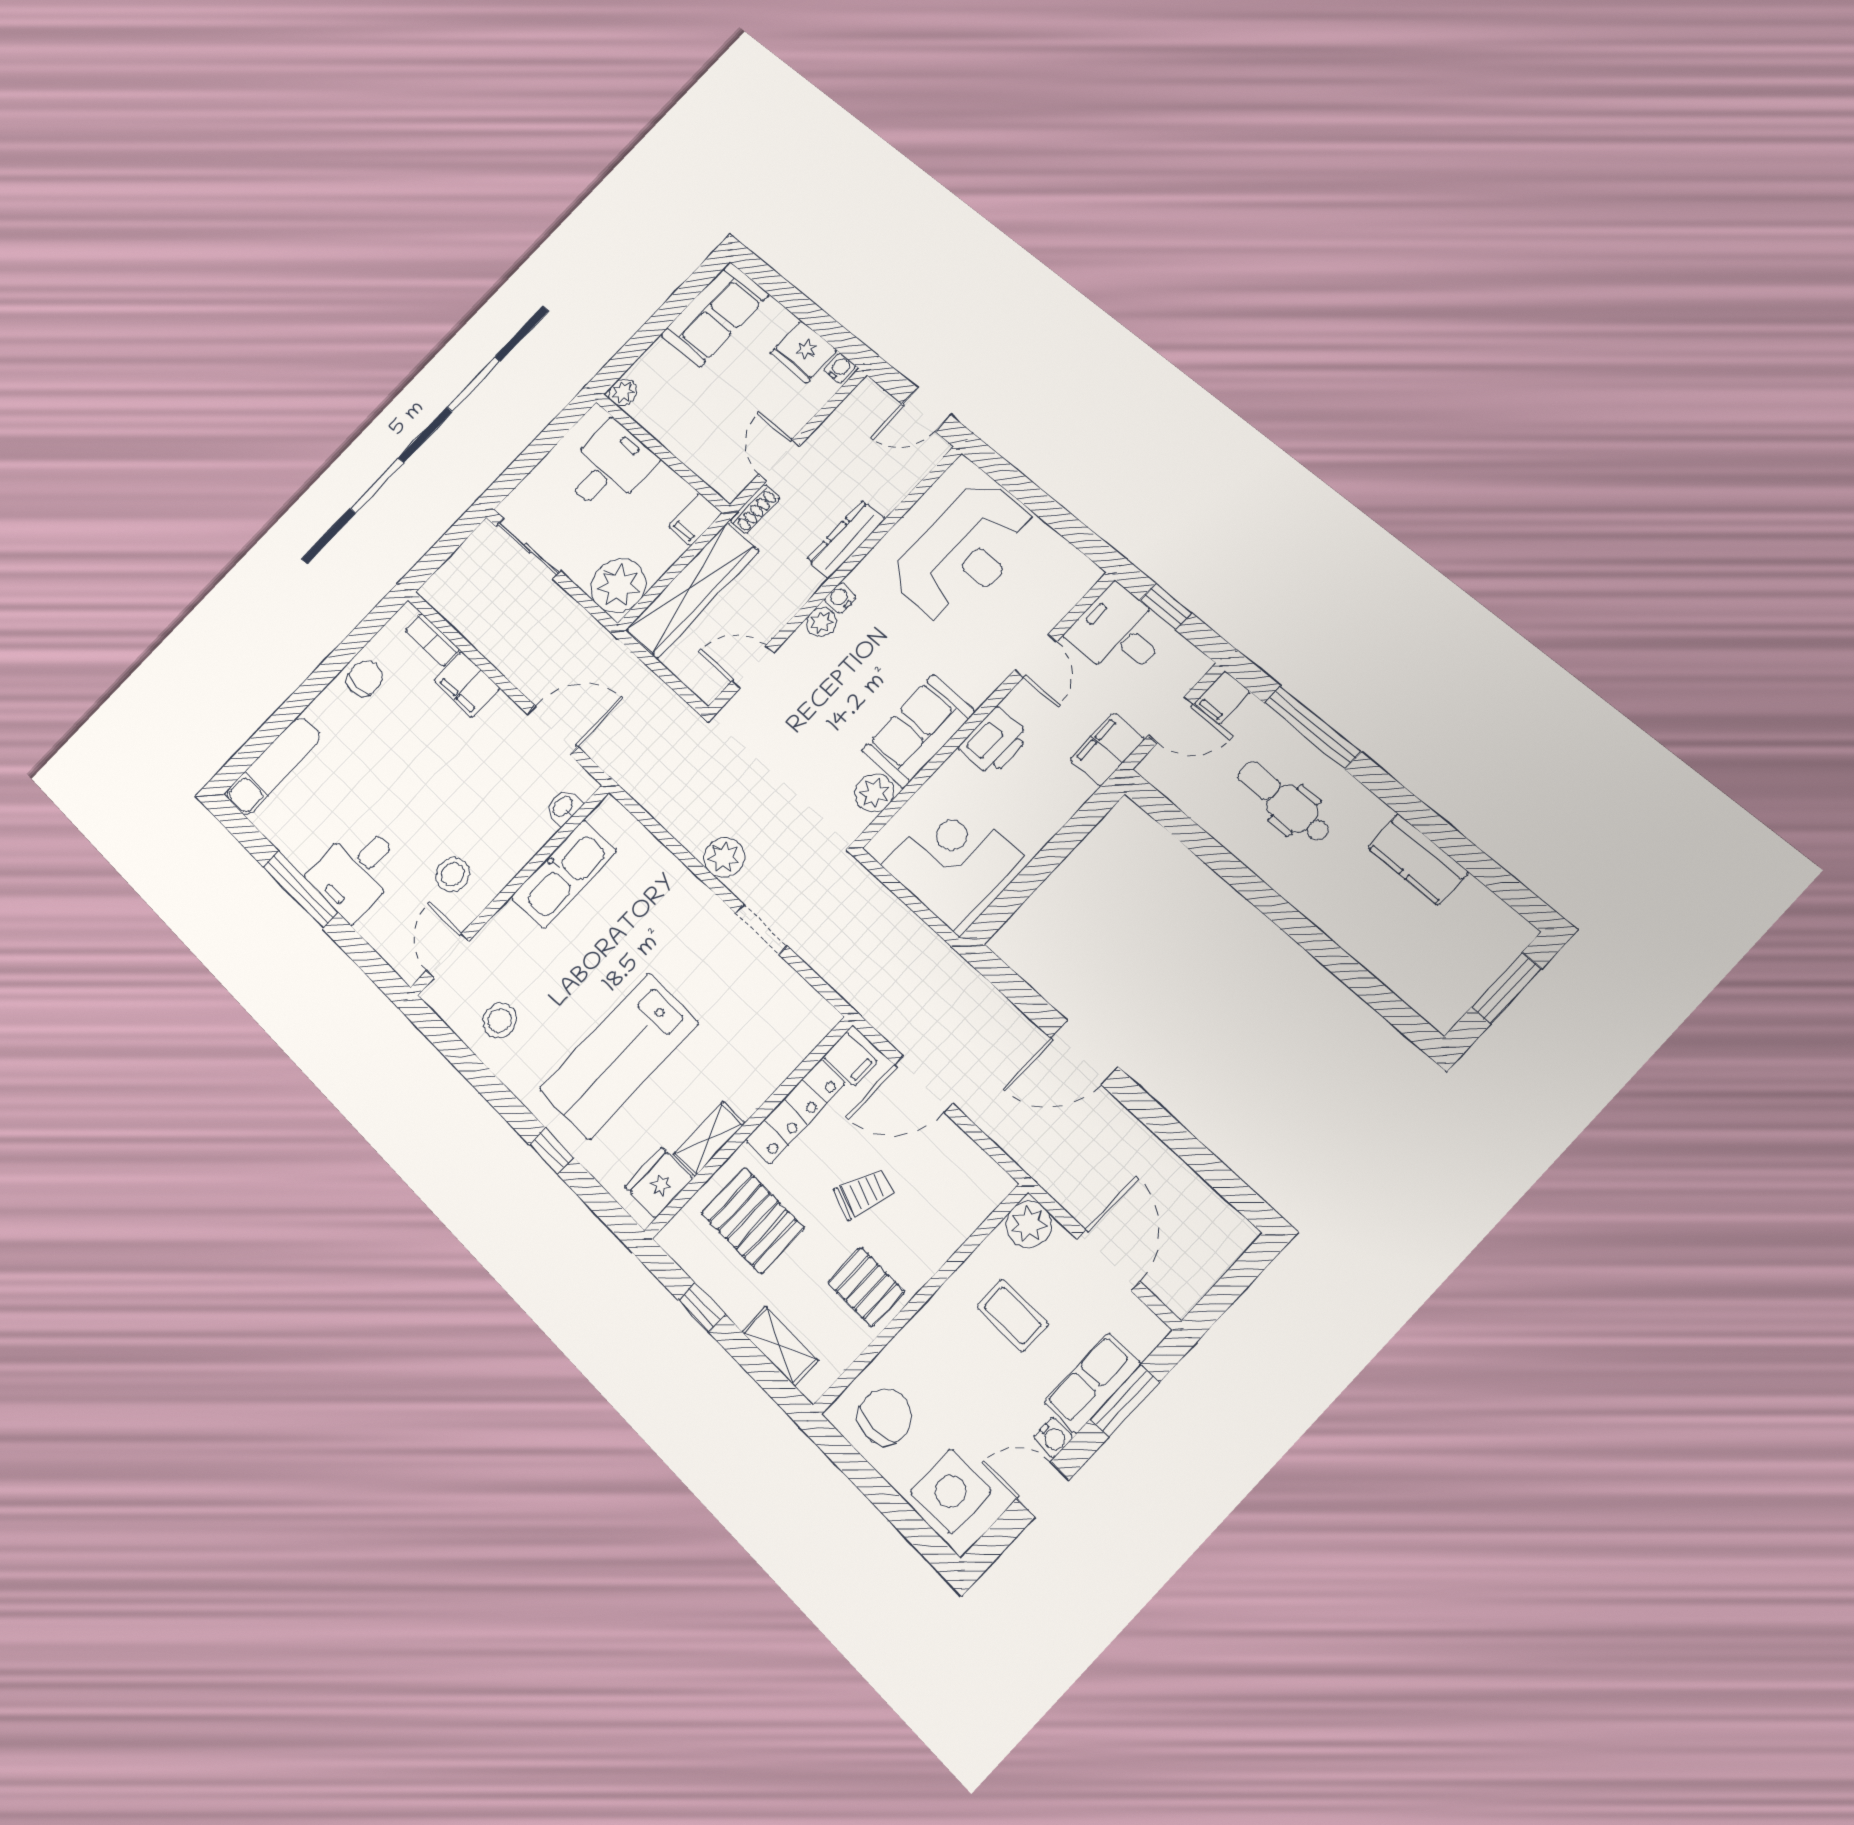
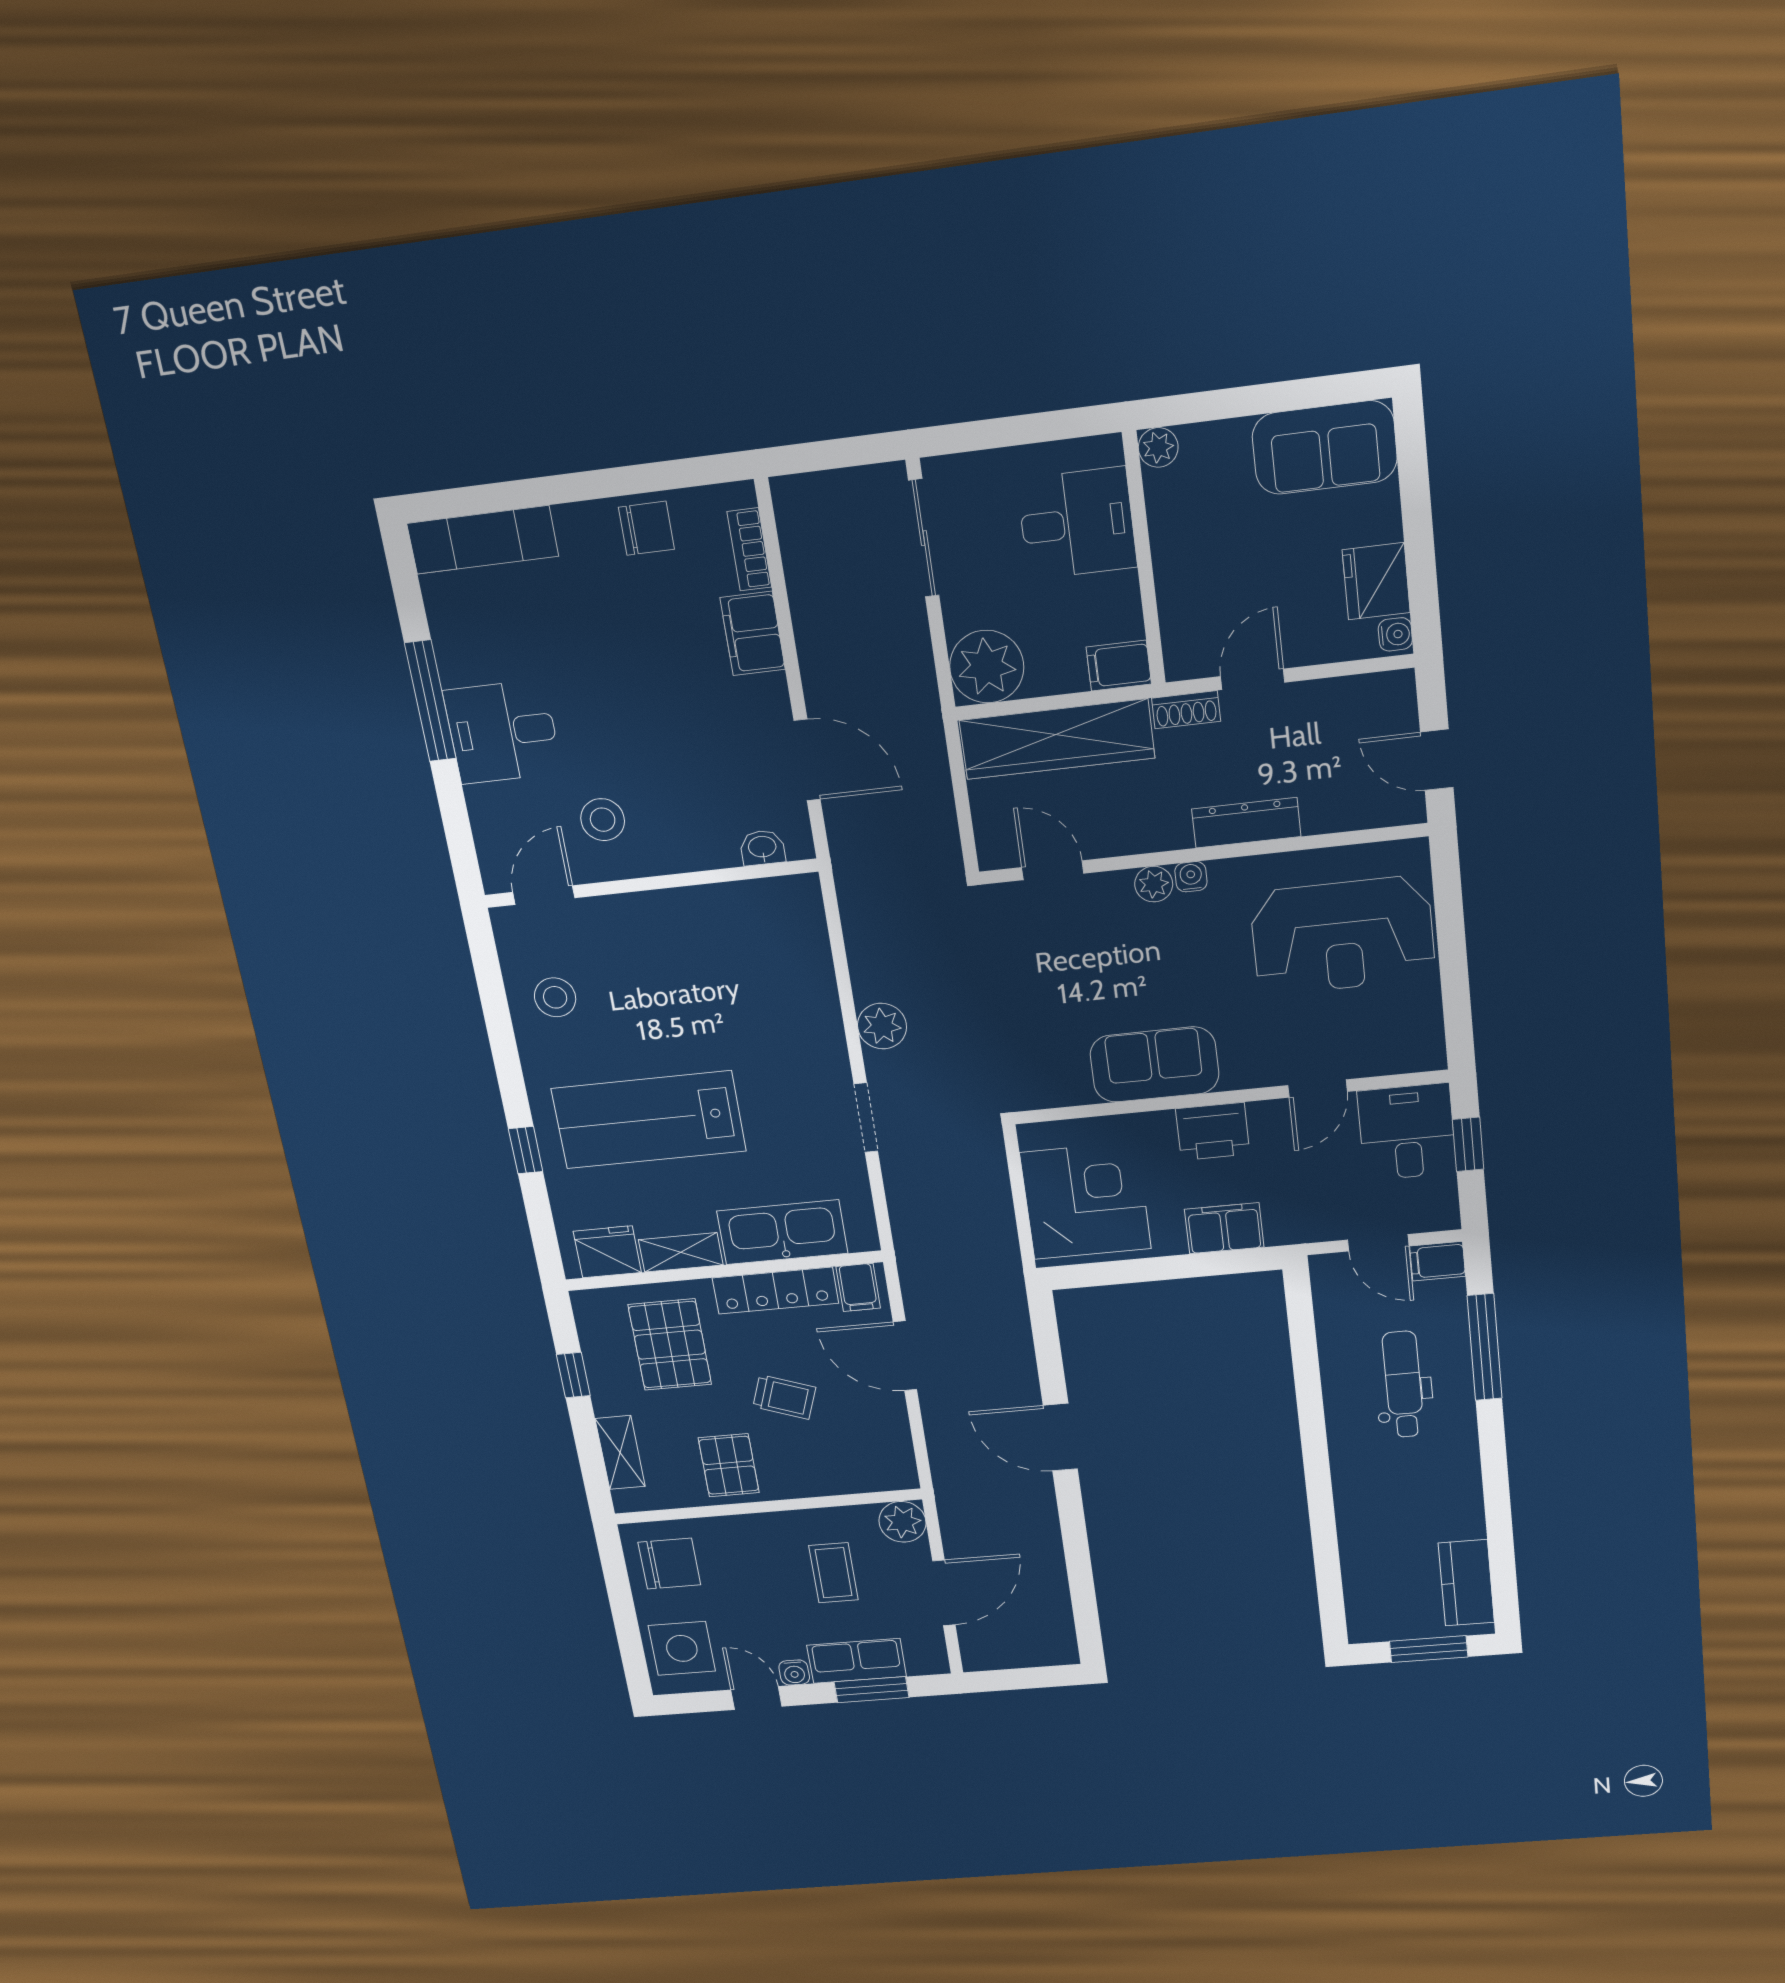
filing cabinet: (1107, 749) -> (1224, 1228), moved
plant: (874, 793) -> (1067, 1085), removed
kitchen counter: (1418, 859) -> (1466, 1583), moved
kitchen sink: (564, 874) -> (782, 1232), moved, turned 180

